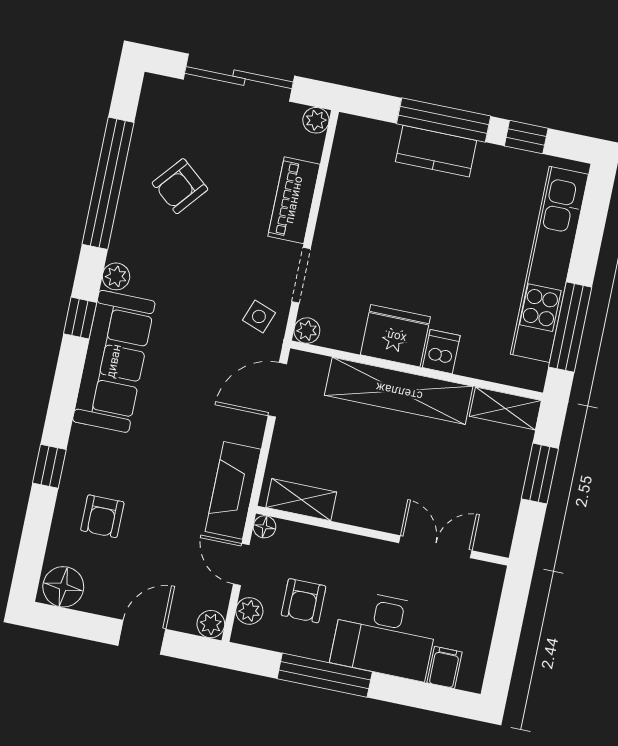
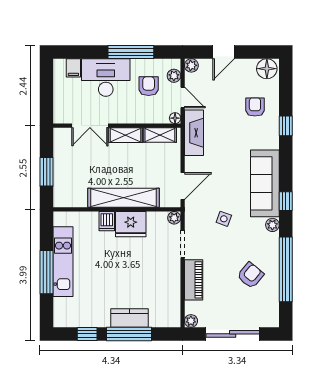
kitchen unit: (549, 264) -> (63, 262), width x0.73
side table: (259, 316) -> (224, 219), moved
window: (570, 327) -> (47, 272), moved
shelving: (505, 408) -> (125, 135), moved

